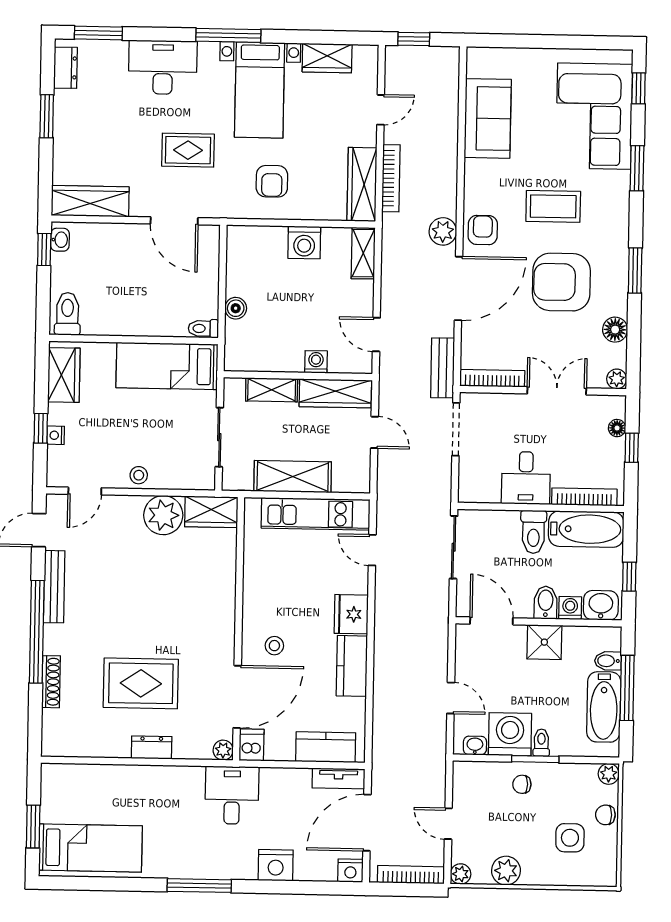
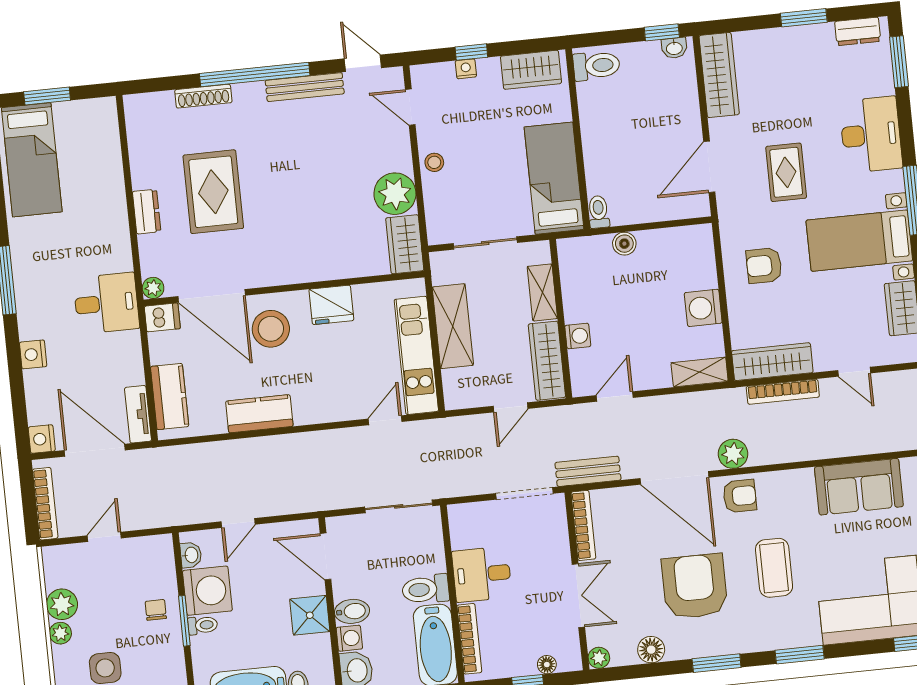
window: (637, 168) -> (800, 655), moved
fridge: (351, 614) -> (331, 305), moved, turned 180
door: (491, 621) -> (325, 556), swing flipped
stool: (274, 646) -> (271, 329), width x1.89, depth x1.89
nightstand: (276, 865) -> (33, 354), width x0.74, depth x0.75
plant: (461, 874) -> (60, 633), moved

